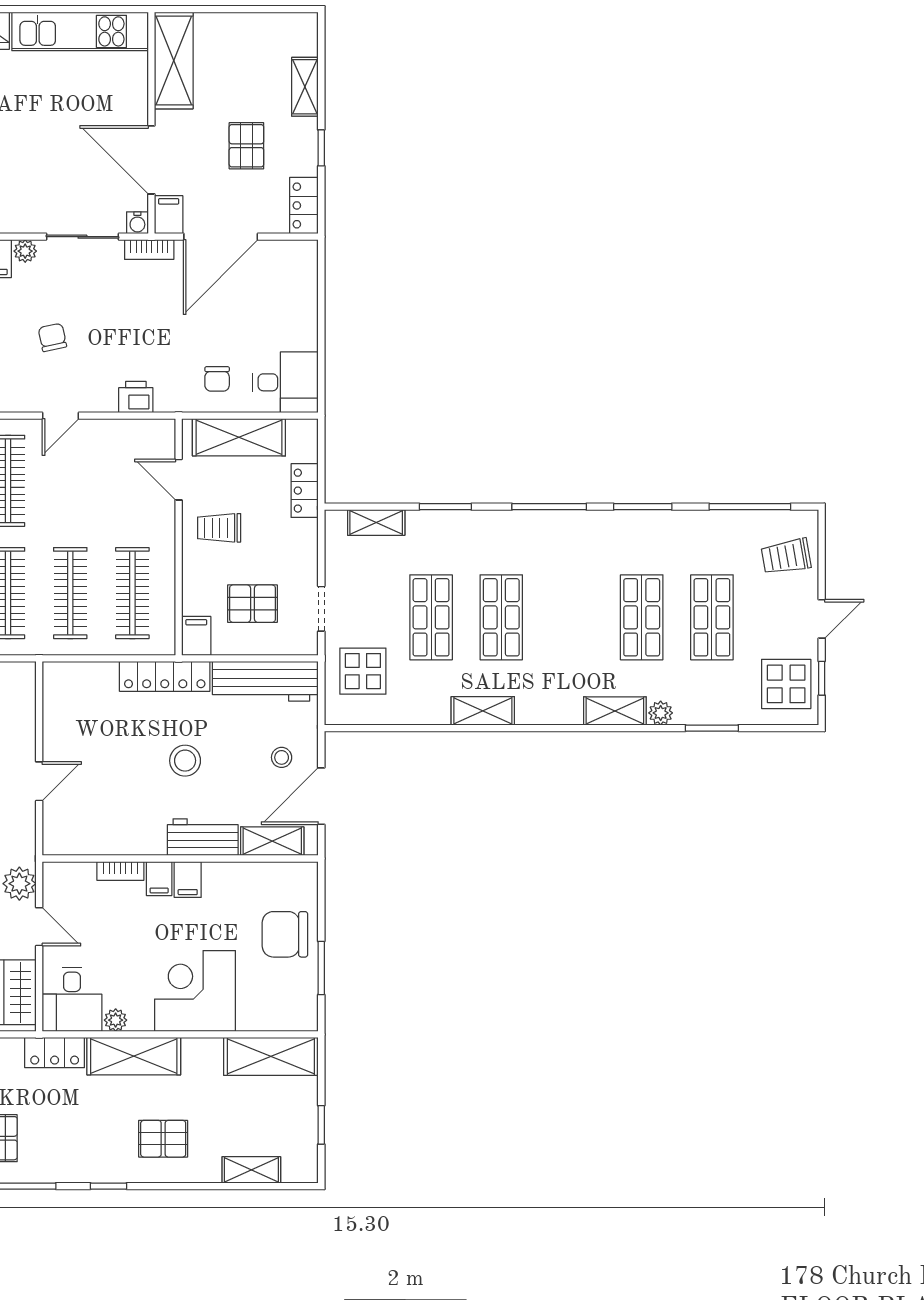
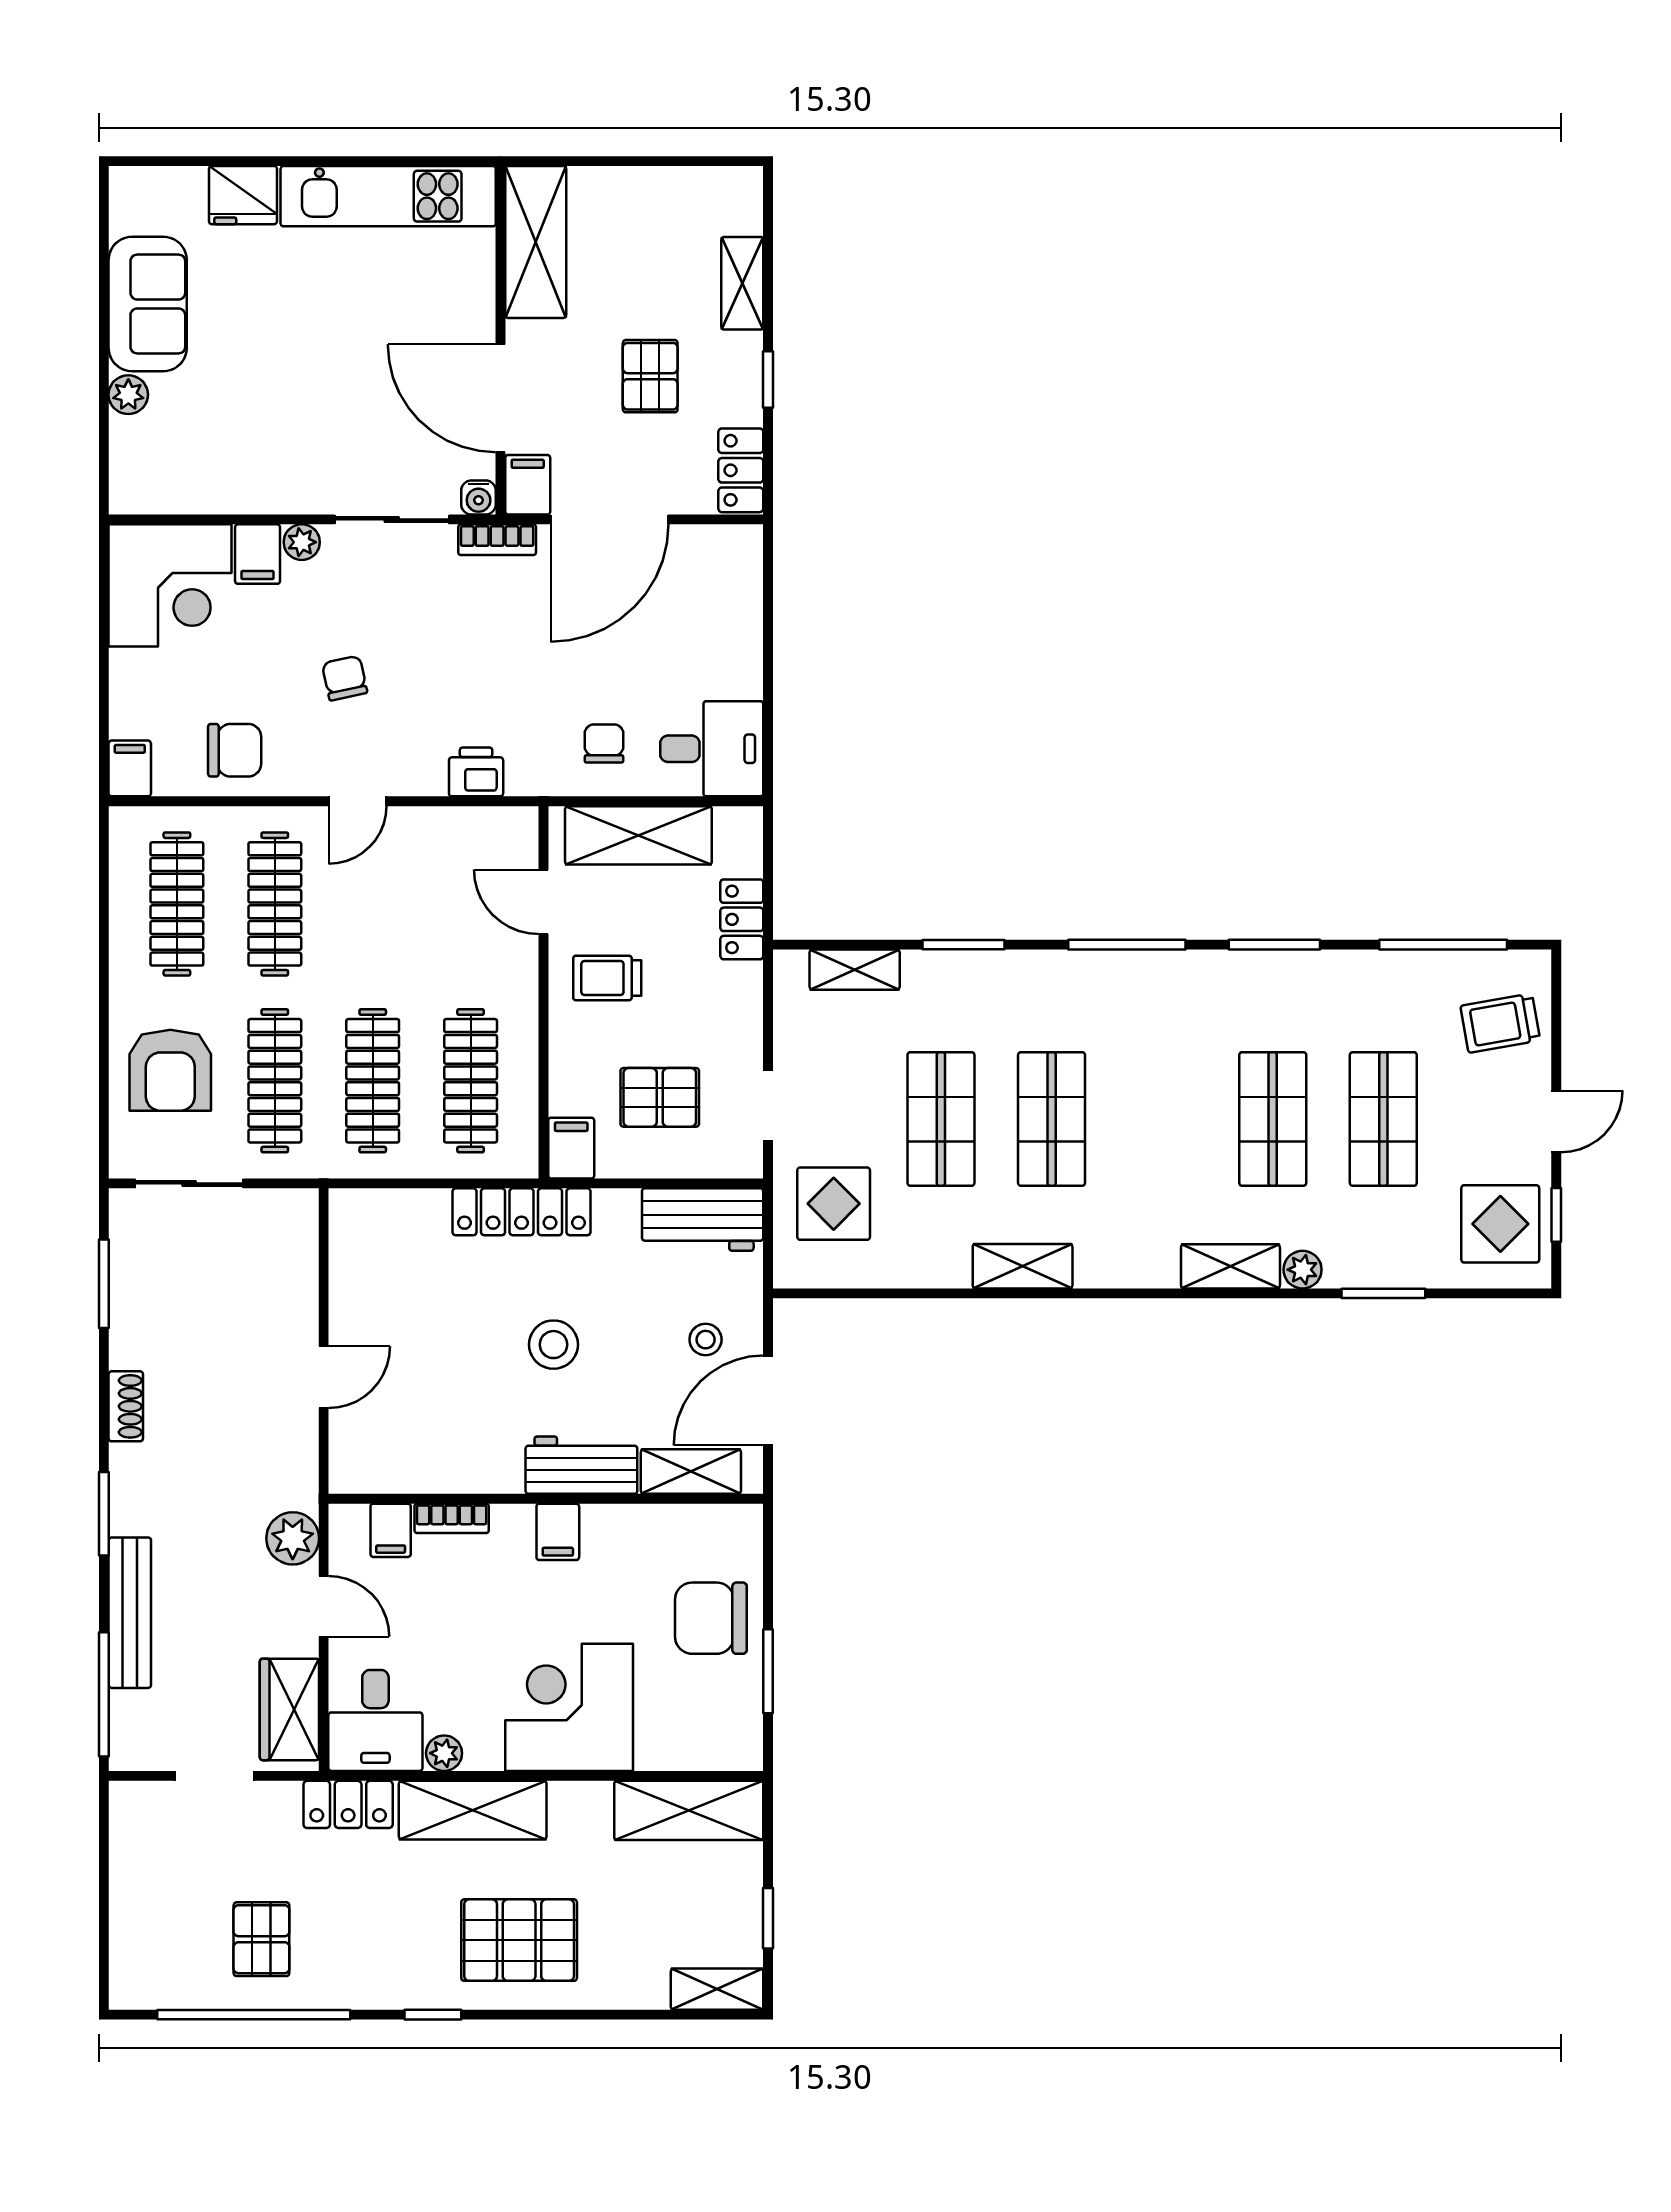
chair: (217, 379) -> (604, 743), turned 180
workbench: (265, 681) -> (703, 1220), width x0.73
filing cabinet: (159, 879) -> (391, 1530), moved
pallet: (163, 1139) -> (519, 1940), width x1.50, depth x1.42
shelving: (251, 1170) -> (717, 1989), moved

